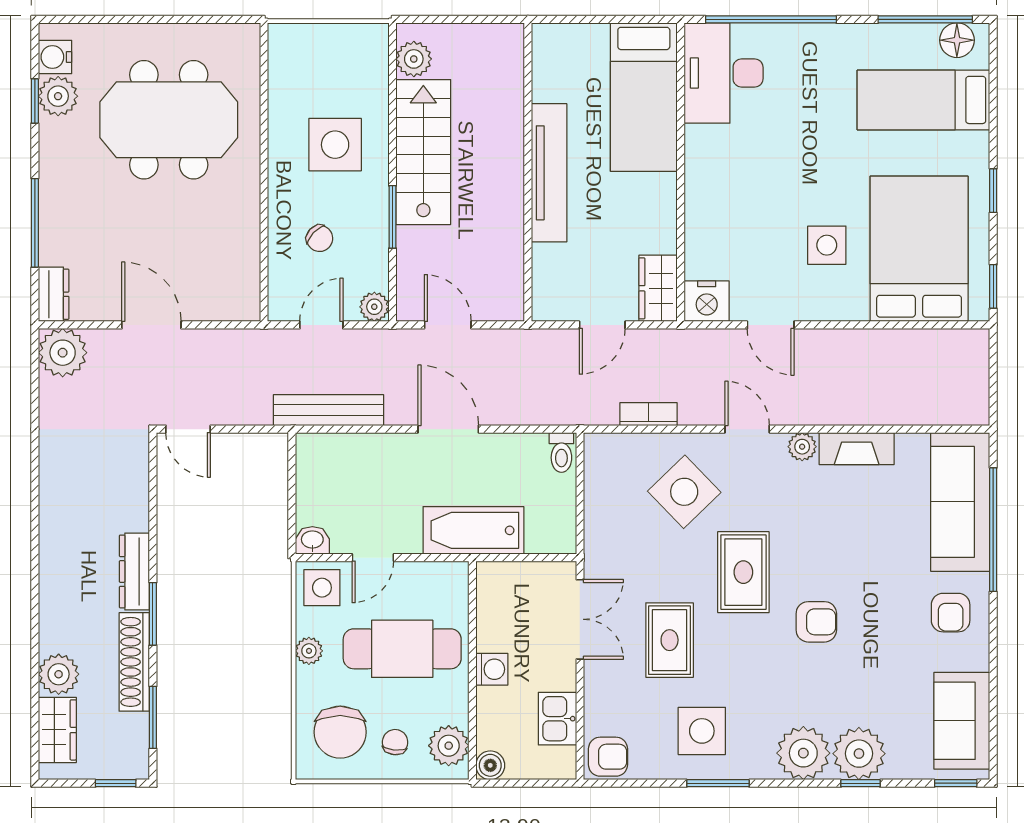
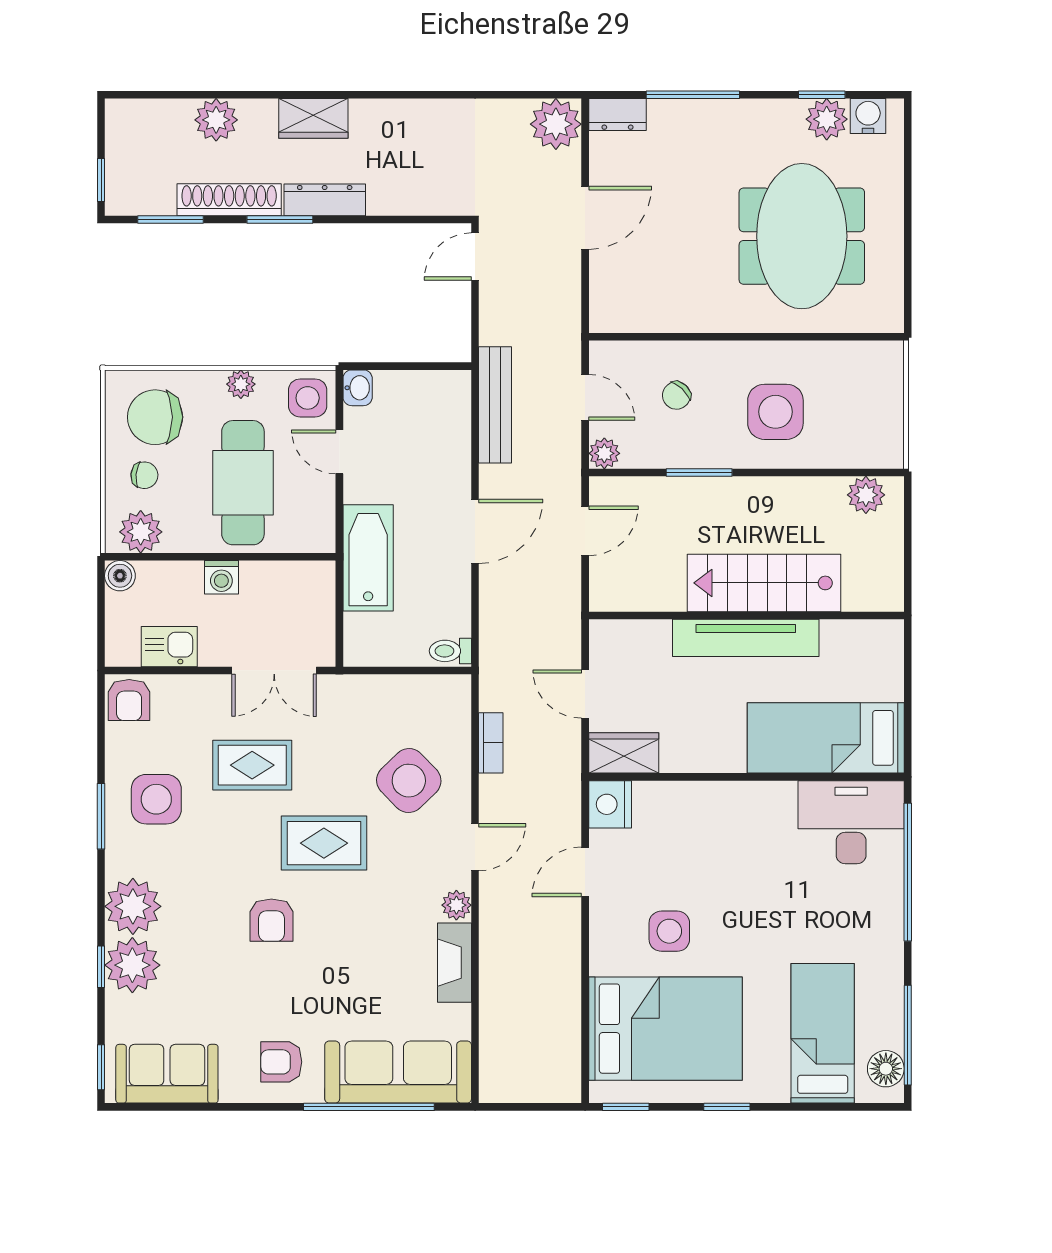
stairs: (423, 152) -> (764, 583), moved, turned 180
wardrobe: (57, 730) -> (313, 118), moved

